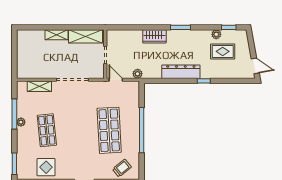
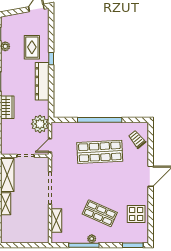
rug: (223, 51) -> (32, 47), moved
plant: (138, 74) -> (40, 124), width x1.88, depth x1.88
shop shelf: (47, 130) -> (100, 213), turned 30

